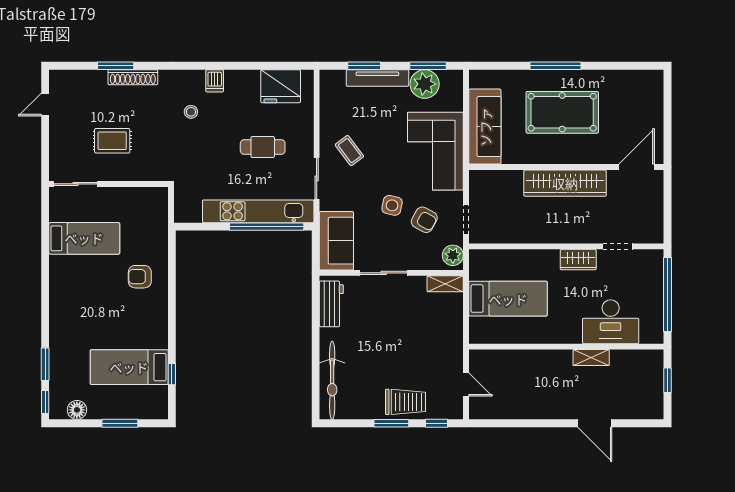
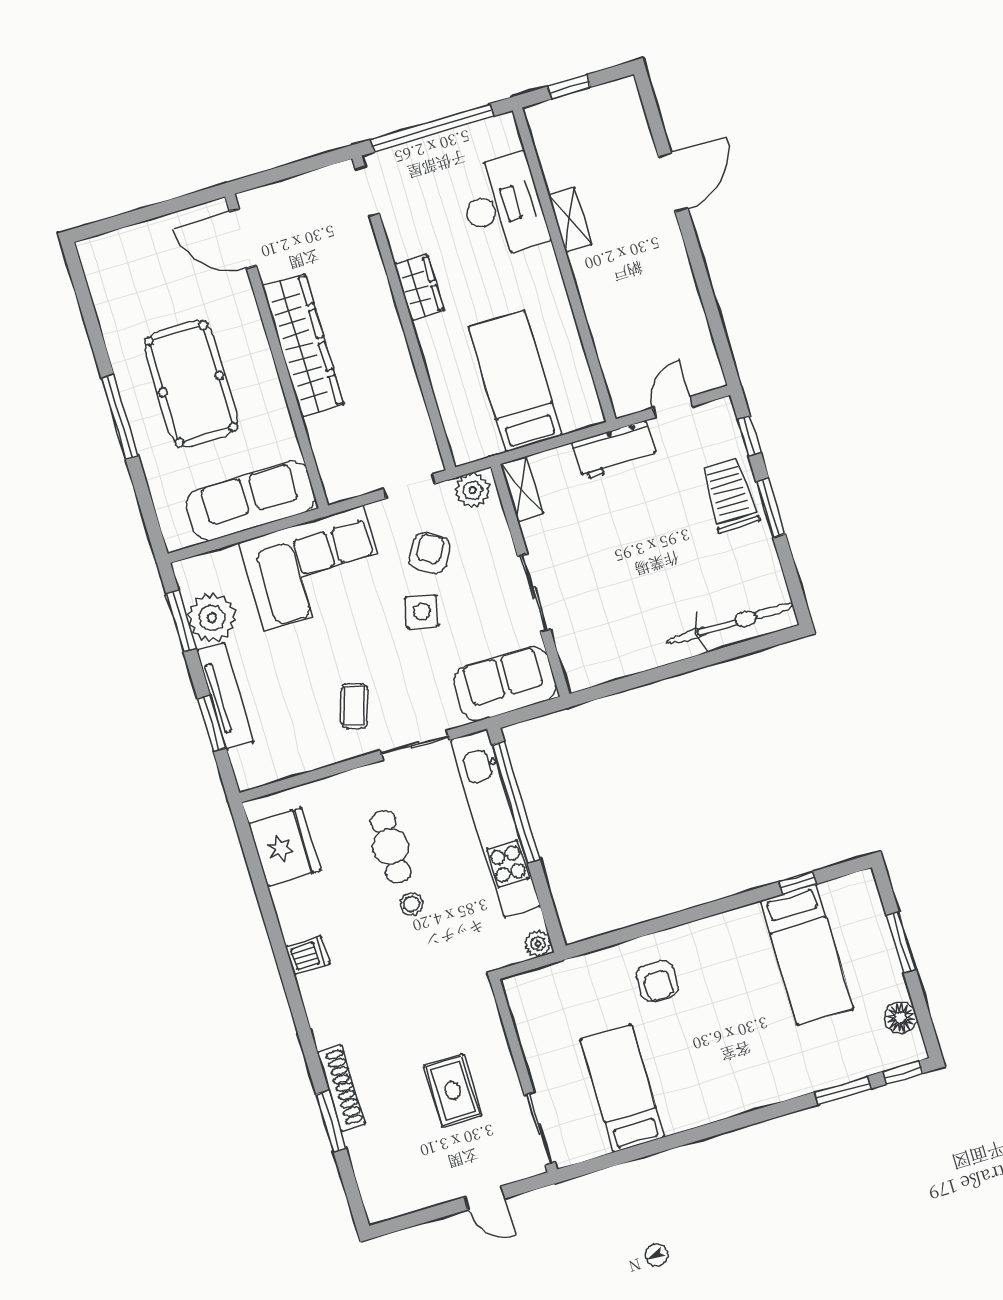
door: (45, 105) -> (485, 1198), moved
stool: (191, 112) -> (411, 904), moved
coffee table: (349, 151) -> (354, 706), turned -35
plant: (182, 215) -> (538, 944), added
doorway: (617, 246) -> (367, 191), moved
workbench: (331, 304) -> (615, 450), moved, turned 180

